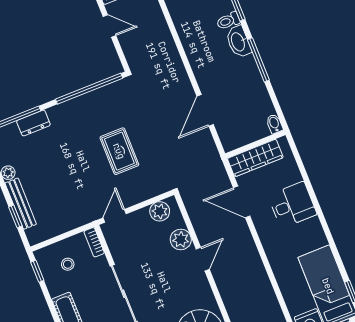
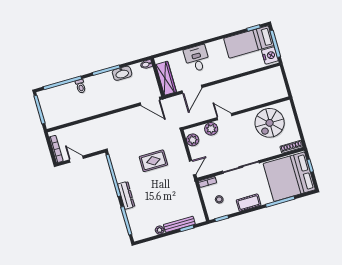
door: (109, 26) -> (76, 159), hinge flipped
washbasin: (238, 42) -> (122, 73), moved
door: (205, 110) -> (150, 101), moved
dresser: (33, 123) -> (126, 195), moved, width x1.44
door: (115, 216) -> (193, 168), swing flipped

